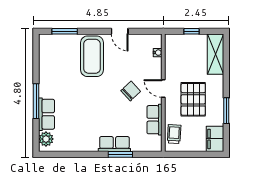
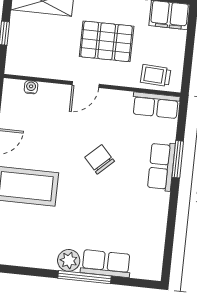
chair: (131, 91) -> (100, 159), moved
row of seats: (154, 120) -> (156, 105), moved
plant: (46, 139) -> (69, 260), moved

